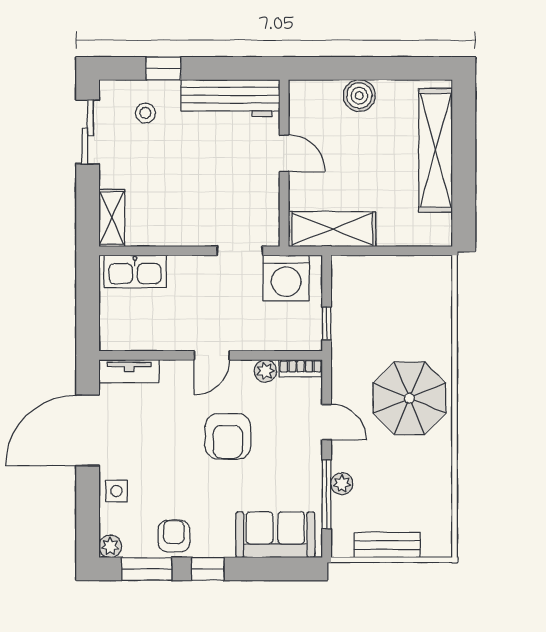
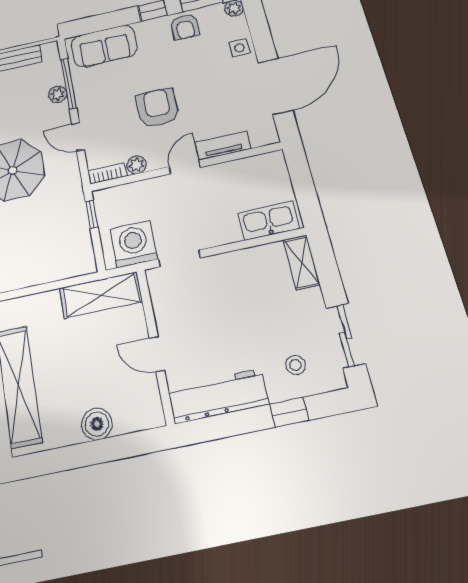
tv unit: (129, 371) -> (223, 146), moved

